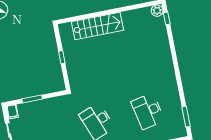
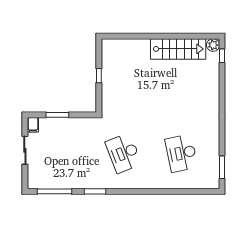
stairs: (98, 26) -> (178, 49), moved

